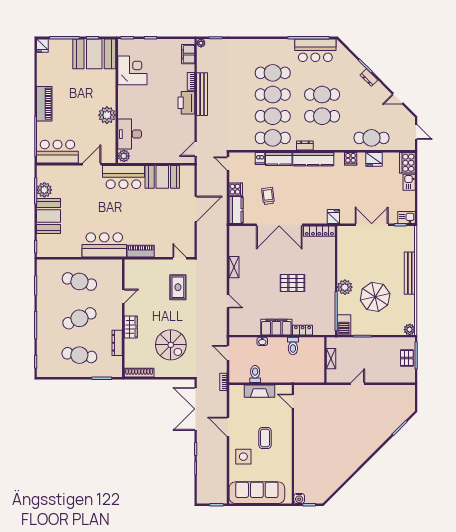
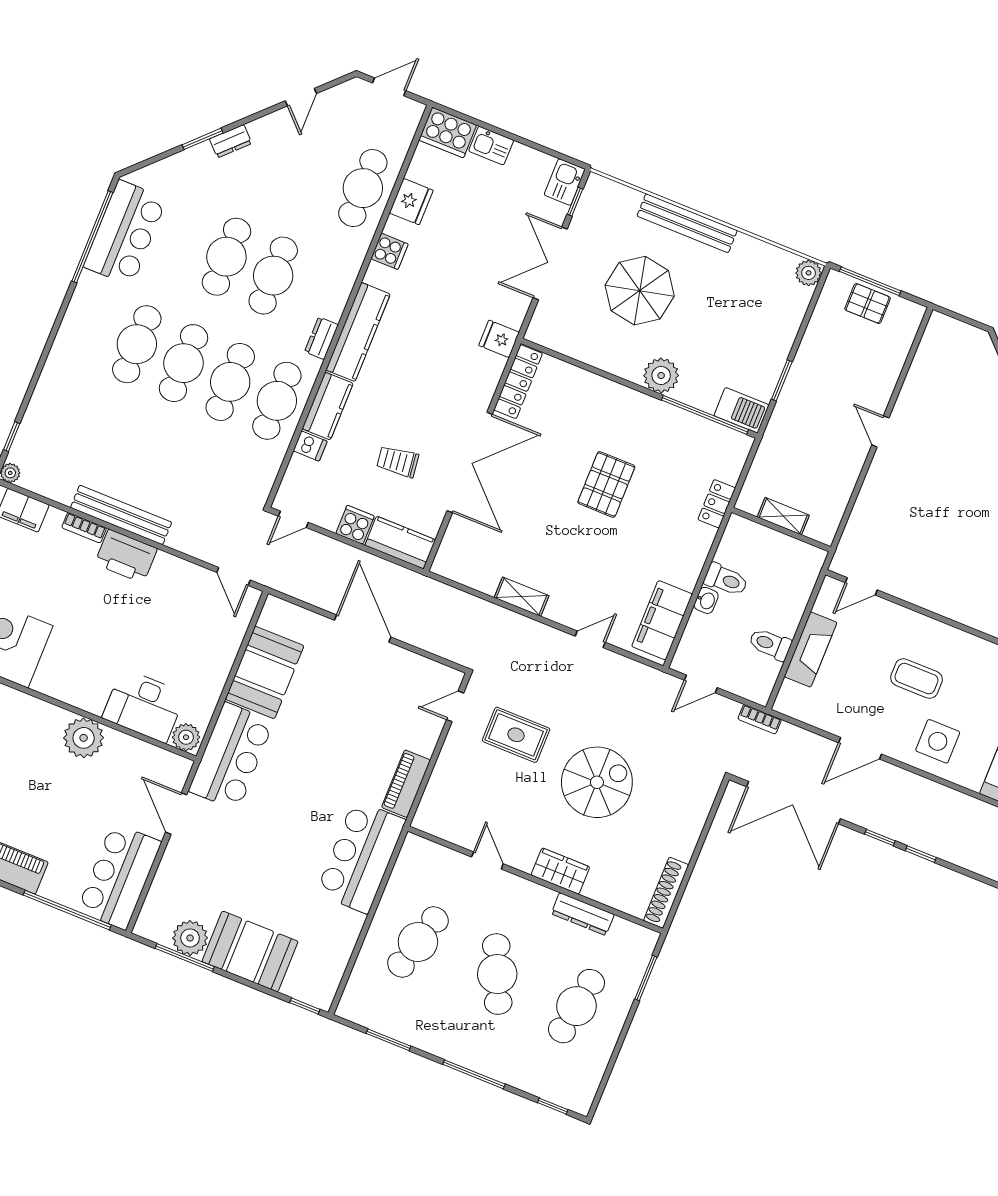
parasol: (375, 297) -> (640, 291), moved
filing cabinet: (276, 327) -> (662, 620), moved
spiral stairs: (171, 345) -> (597, 782), moved
toilet: (293, 346) -> (726, 580), moved
shelving: (331, 359) -> (783, 516), moved
wall: (325, 360) -> (781, 530), moved

